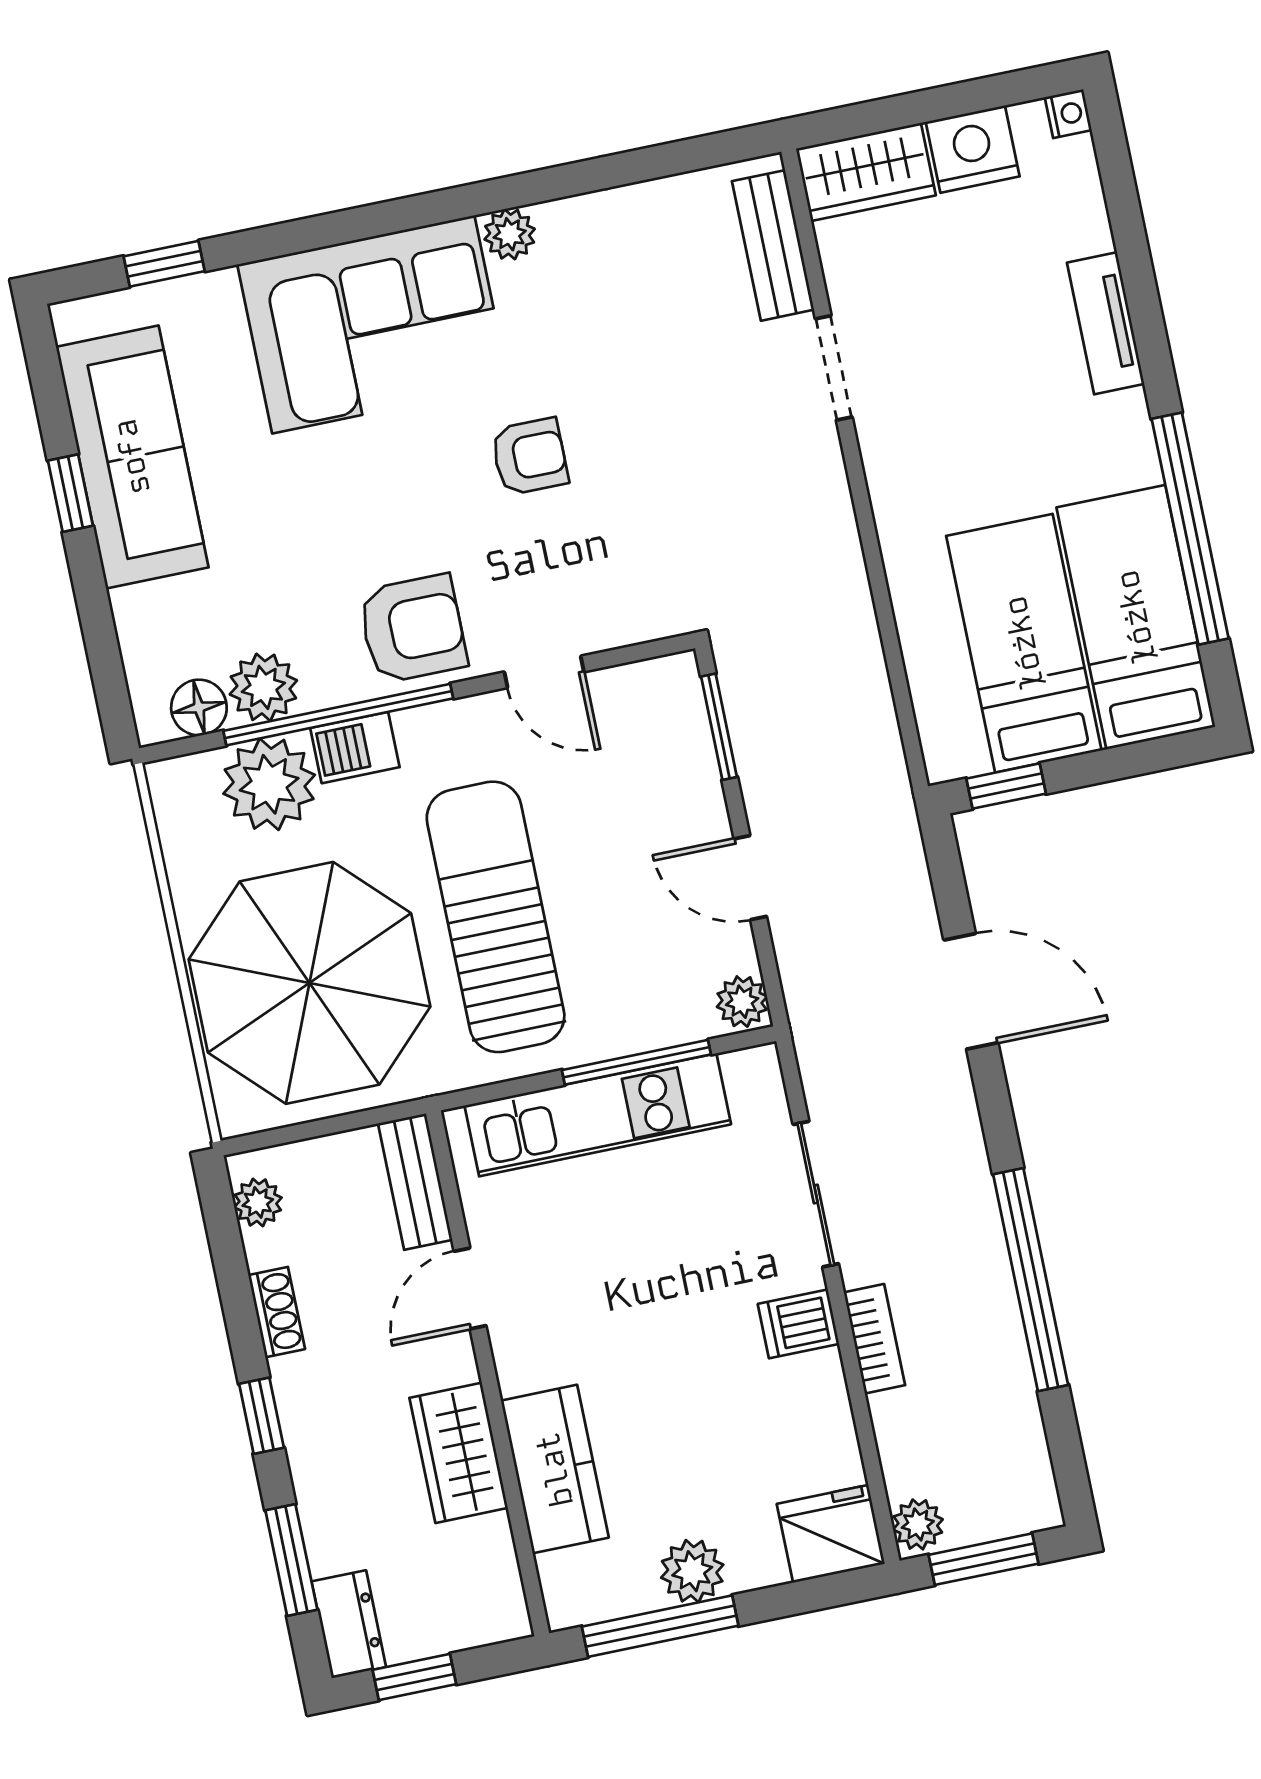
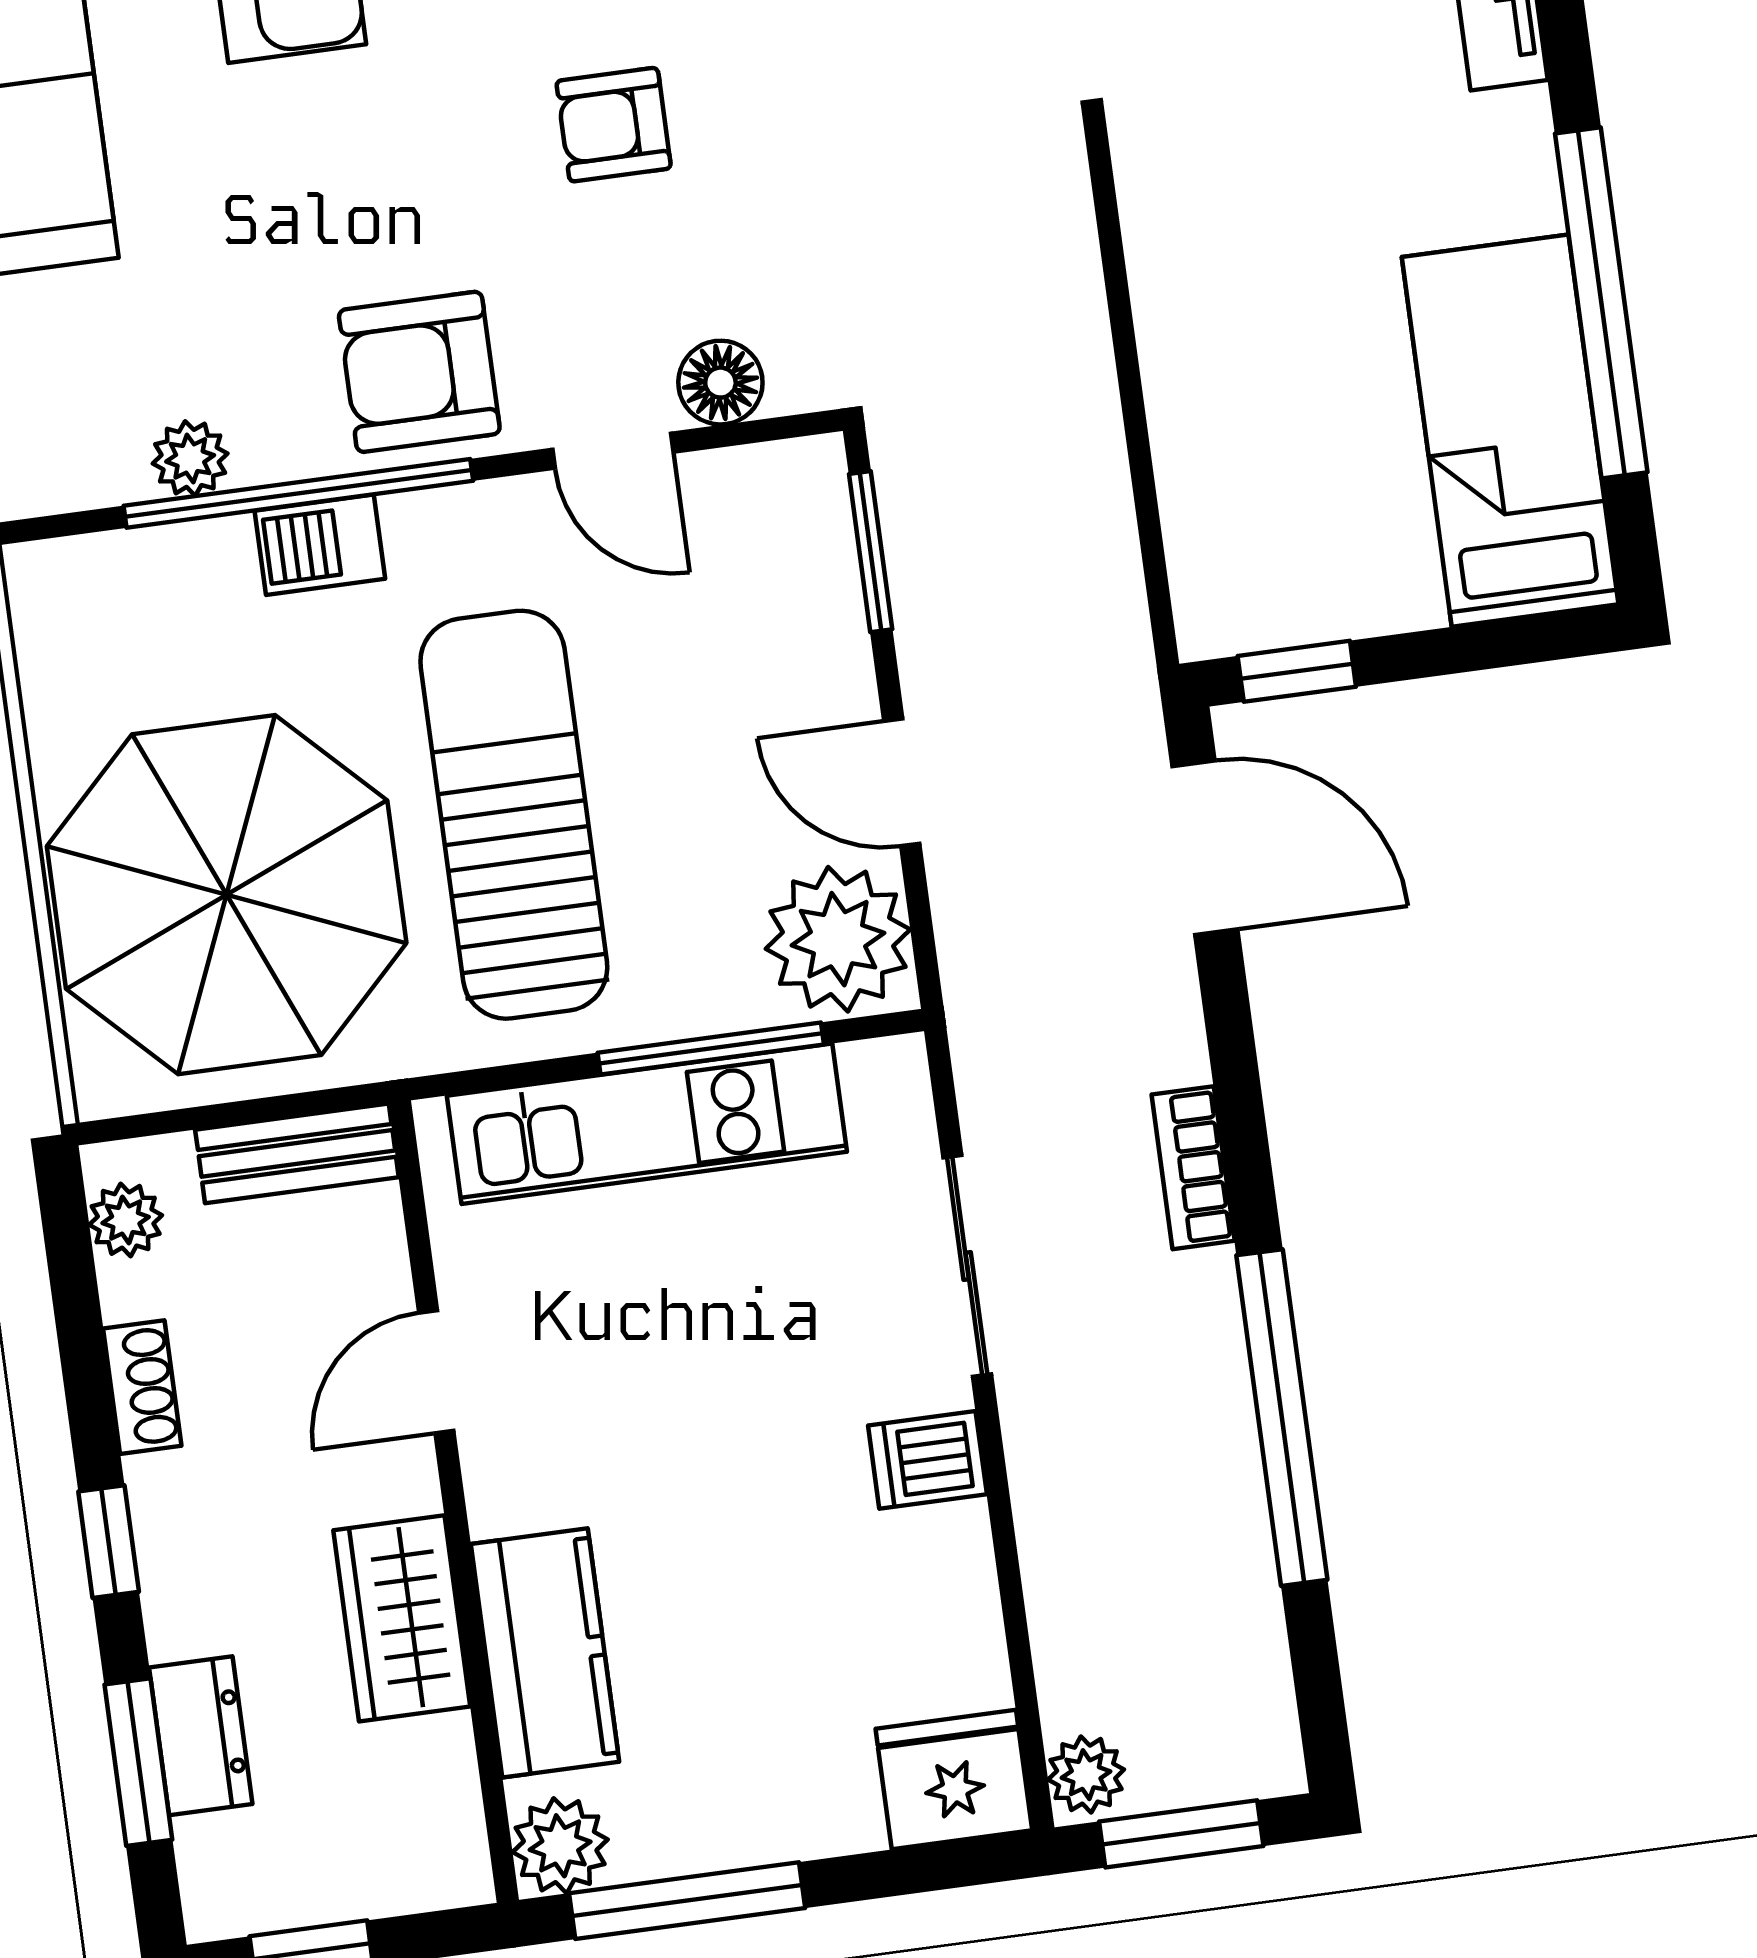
armchair: (530, 457) -> (614, 125), turned 180
armchair: (413, 629) -> (419, 372), turned 180
bed: (1024, 643) -> (1339, 458), removed
plant: (263, 687) -> (190, 458), width x0.73, depth x0.73
floor lamp: (199, 707) -> (720, 383), moved
plant: (269, 784) -> (187, 591), removed
door: (971, 991) -> (1205, 848), moved
plant: (742, 1002) -> (838, 939), width x1.87, depth x1.87
bench: (415, 1182) -> (297, 1153), moved, turned 90
bookcase: (874, 1339) -> (1193, 1168), moved, turned 180
plant: (692, 1571) -> (560, 1846), moved
dresser: (349, 1624) -> (201, 1736), moved

